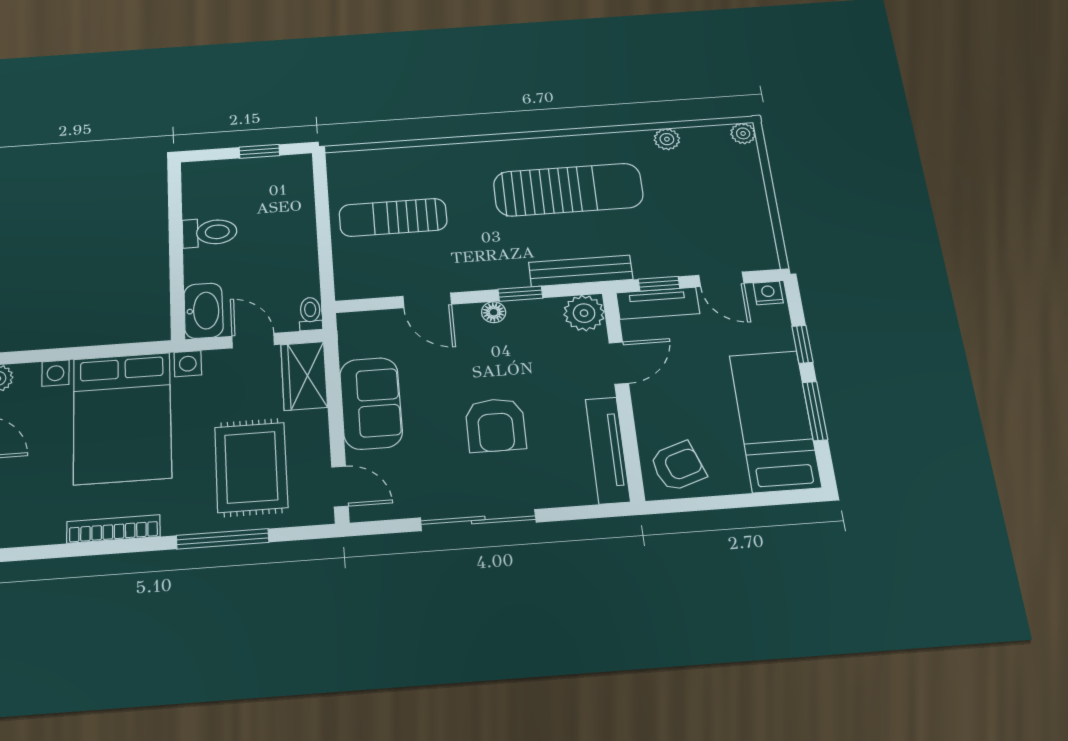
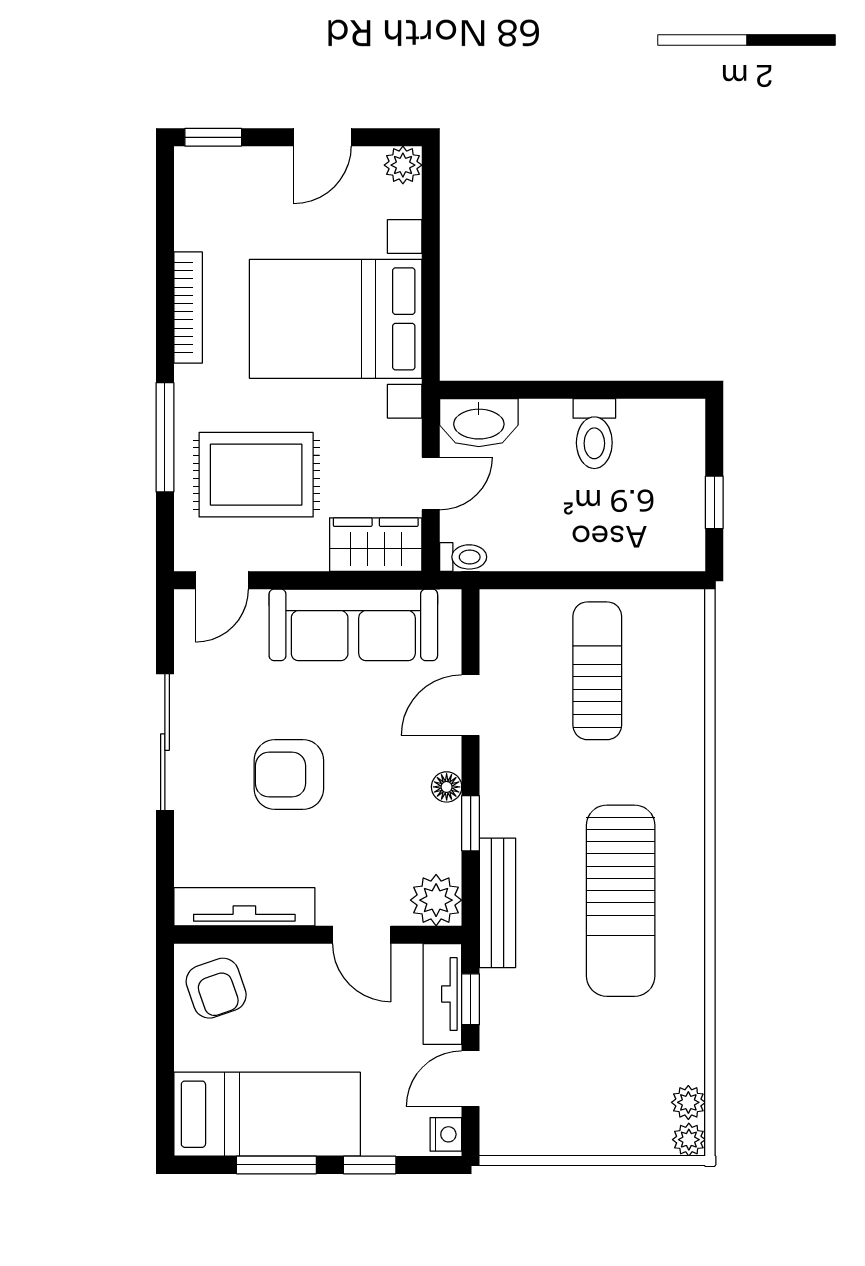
plant: (667, 139) -> (688, 1102), moved
sofa: (371, 403) -> (353, 625), width x1.36

